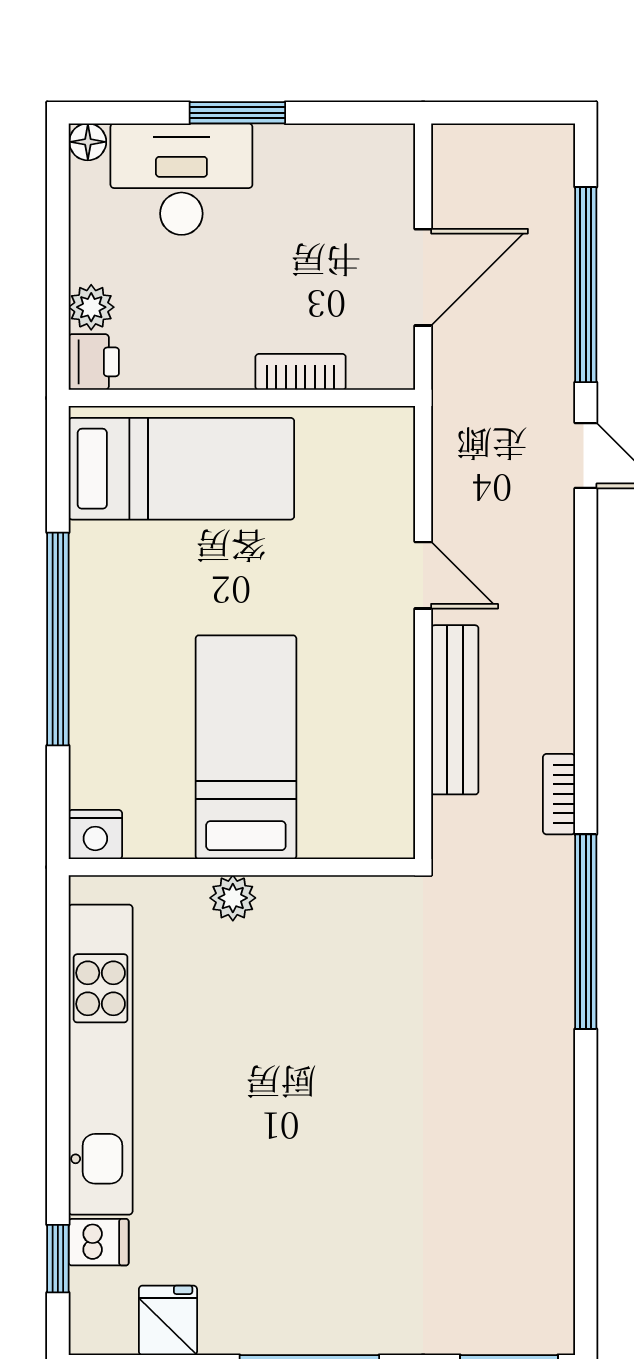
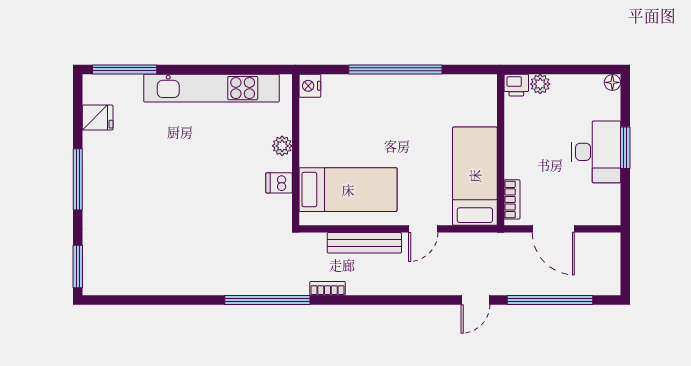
desk: (181, 179) -> (596, 152), moved
bookcase: (301, 372) -> (512, 199), moved
bed: (181, 469) -> (475, 176), moved, turned 180
bed: (246, 747) -> (348, 190), moved
dishwasher: (99, 1242) -> (279, 183), moved, turned 90
window: (58, 1259) -> (125, 69), width x2.17

